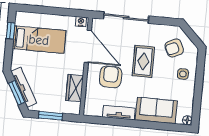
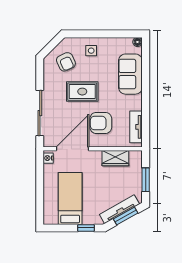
window: (11, 31) -> (86, 228), moved
tv unit: (119, 113) -> (136, 127), moved

